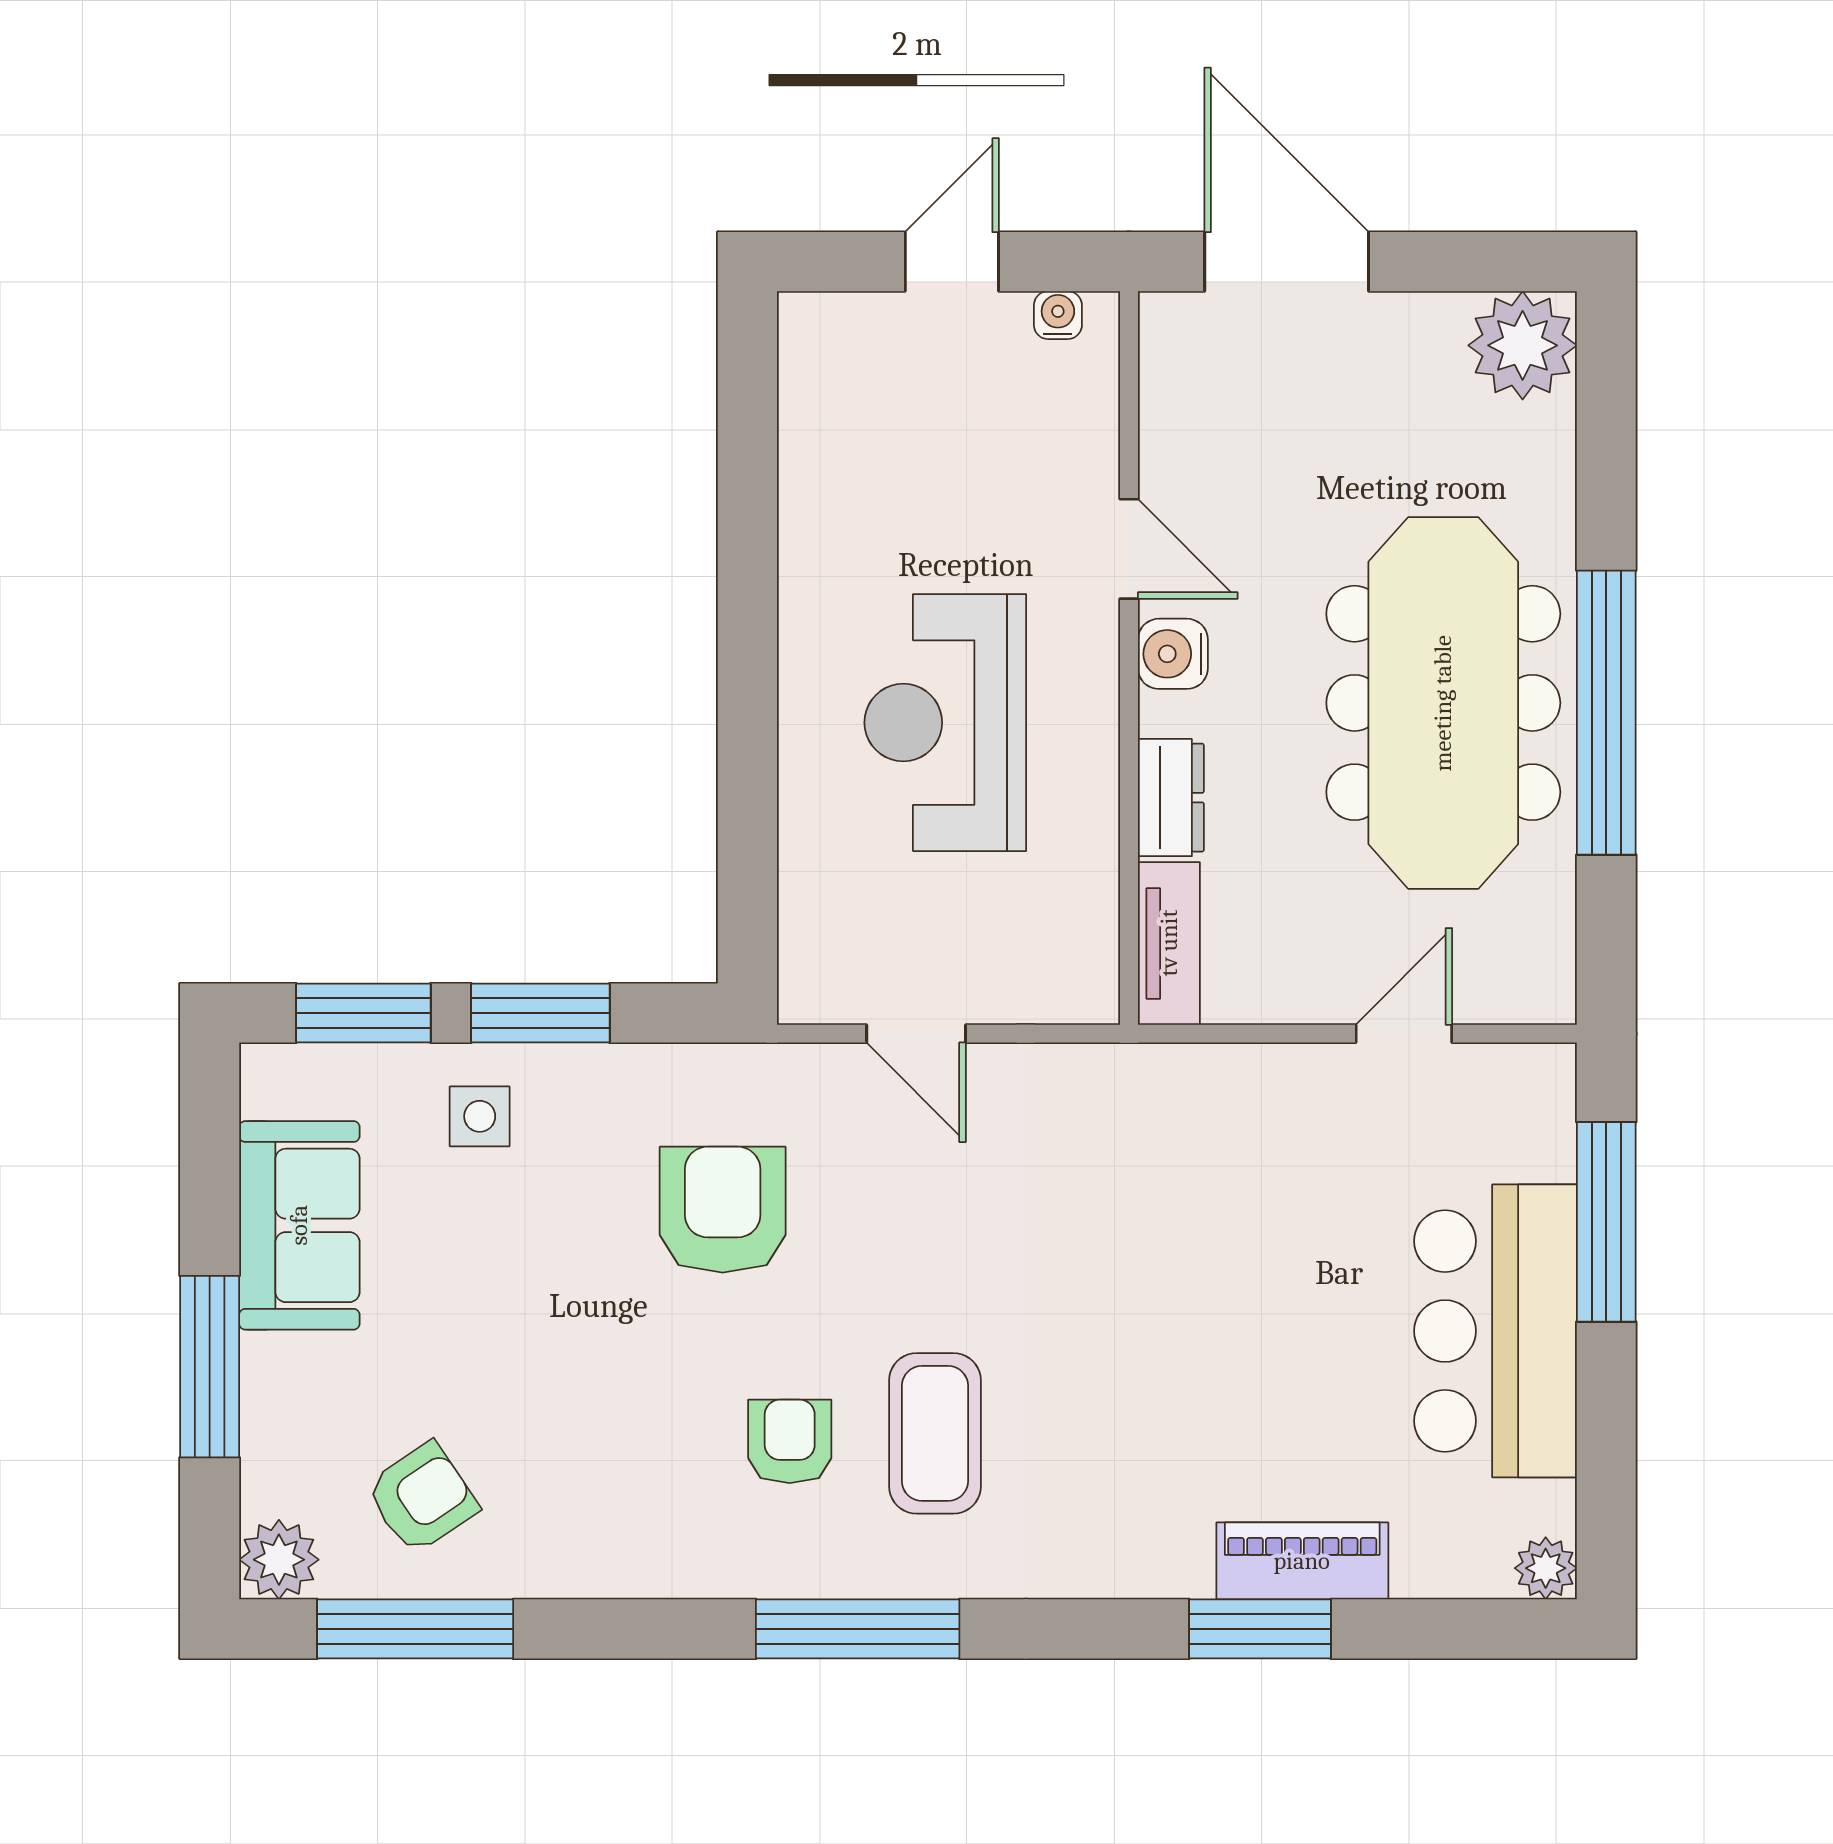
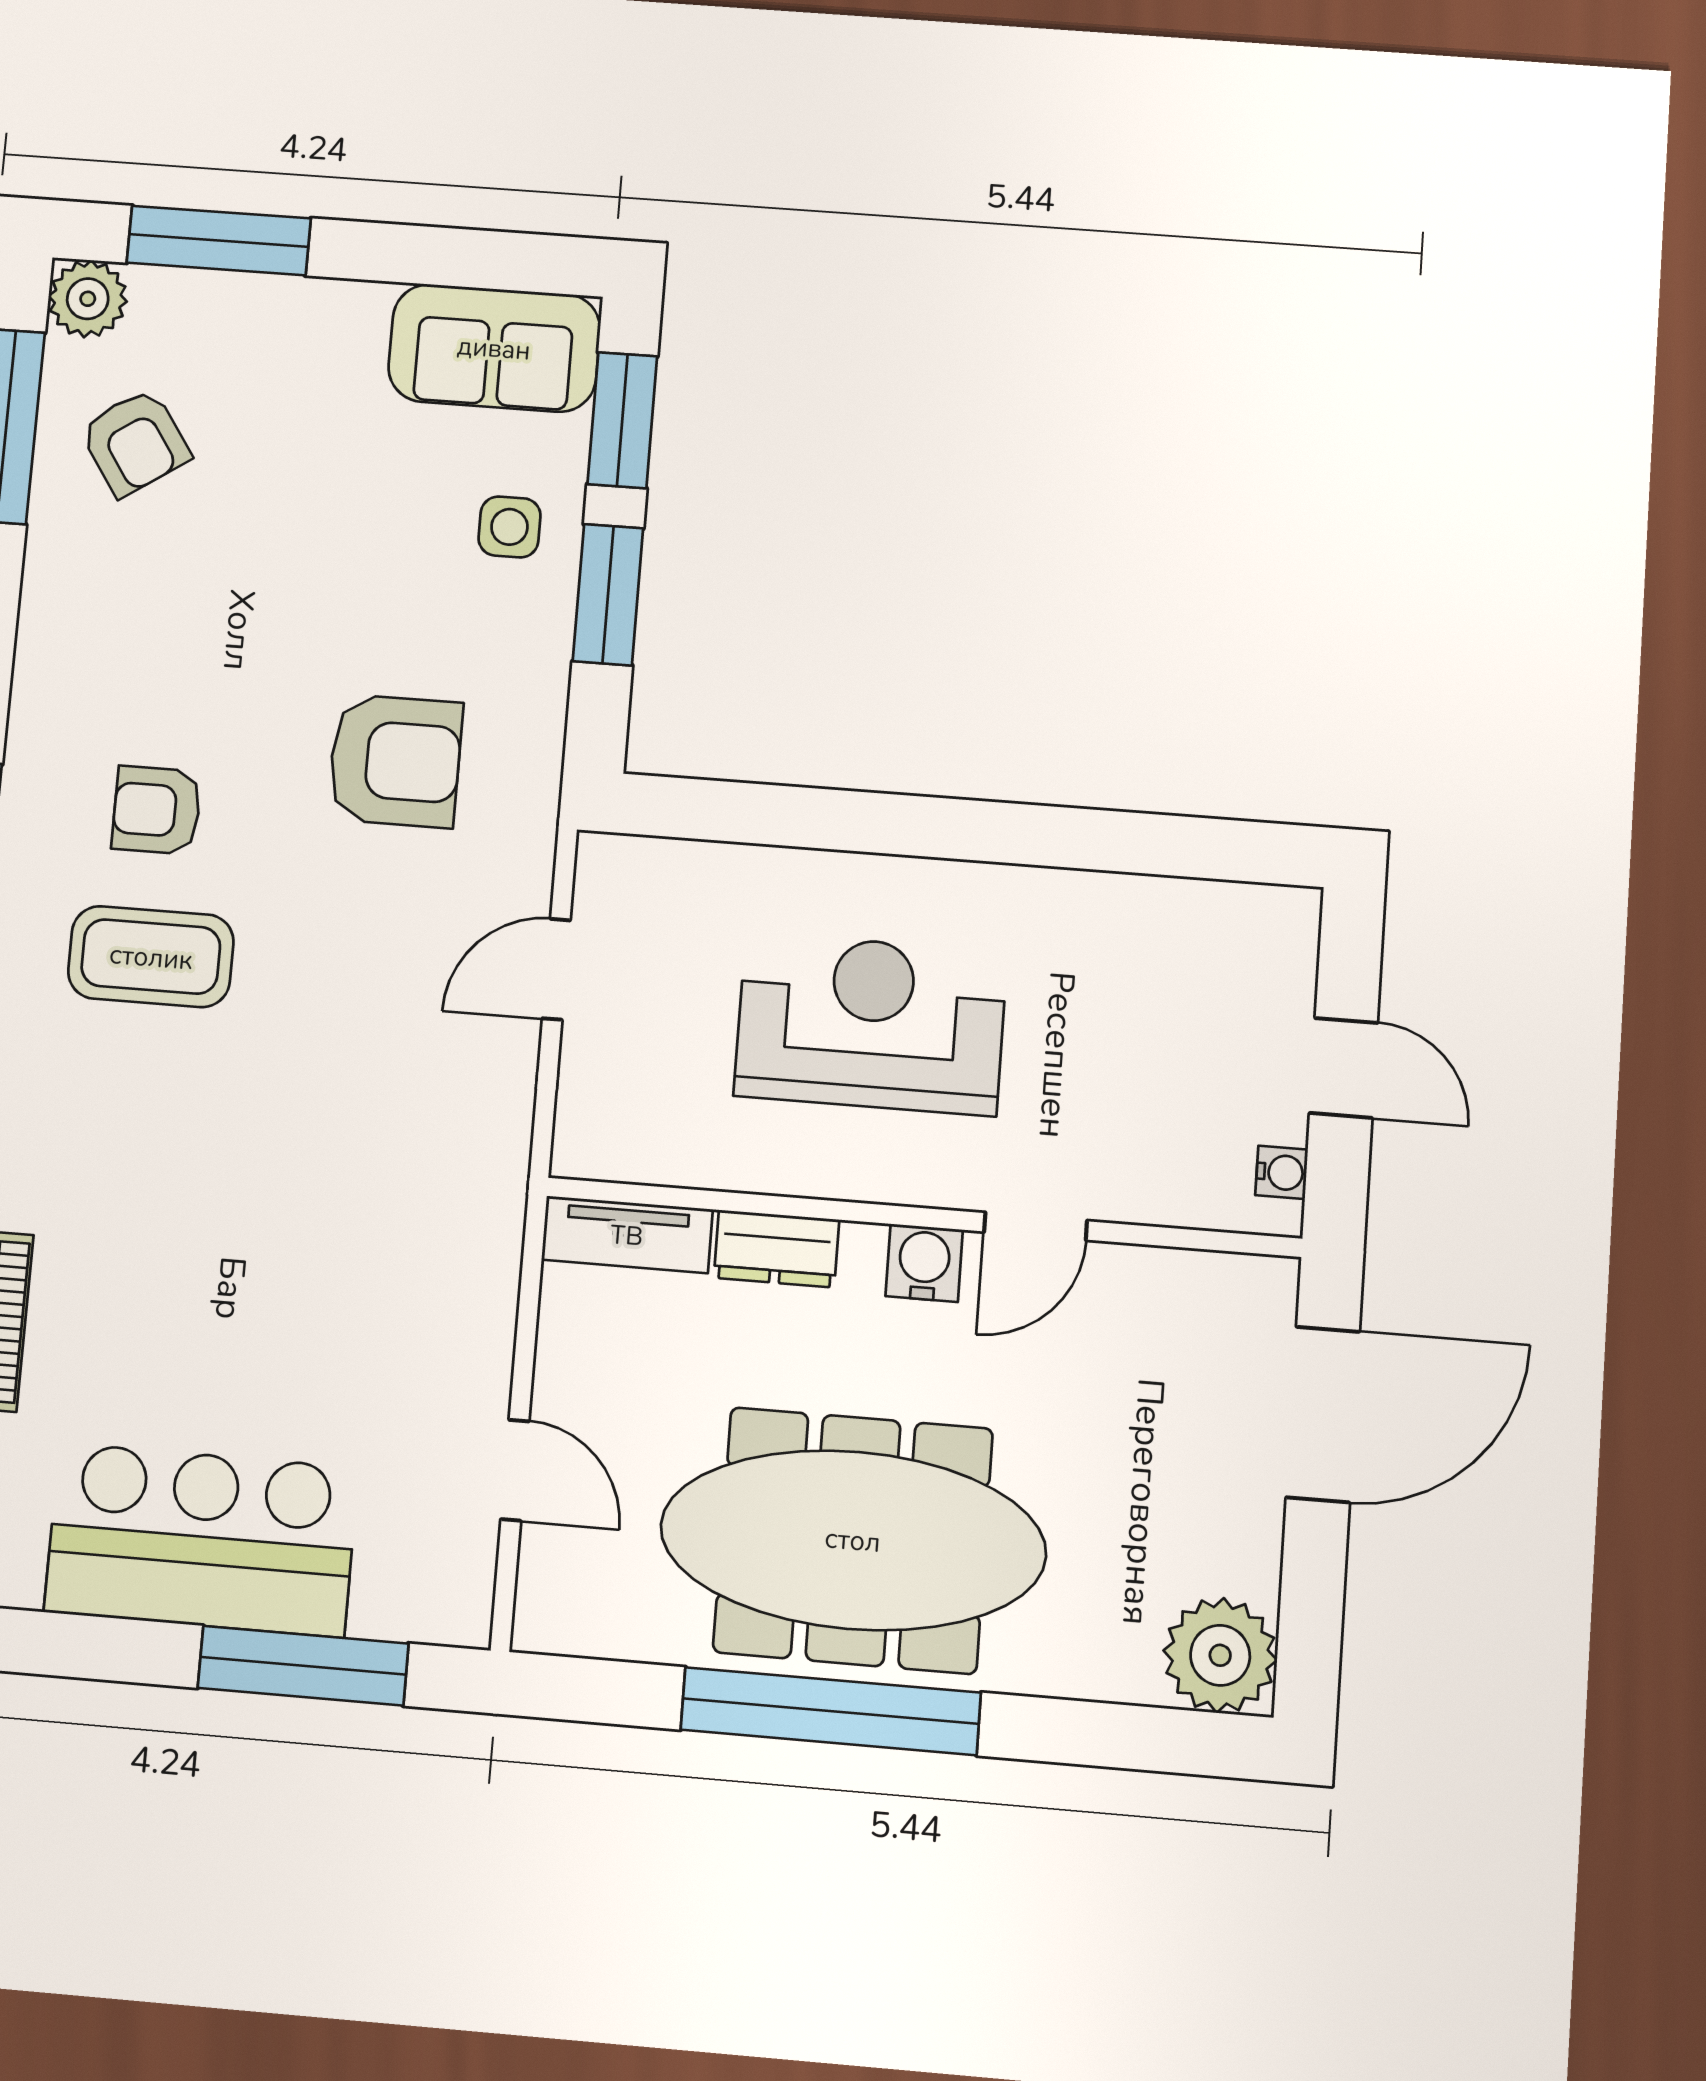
sofa: (299, 1225) -> (494, 348), moved
window: (210, 1367) -> (219, 241), moved
armchair: (790, 1441) -> (157, 810), turned 180

